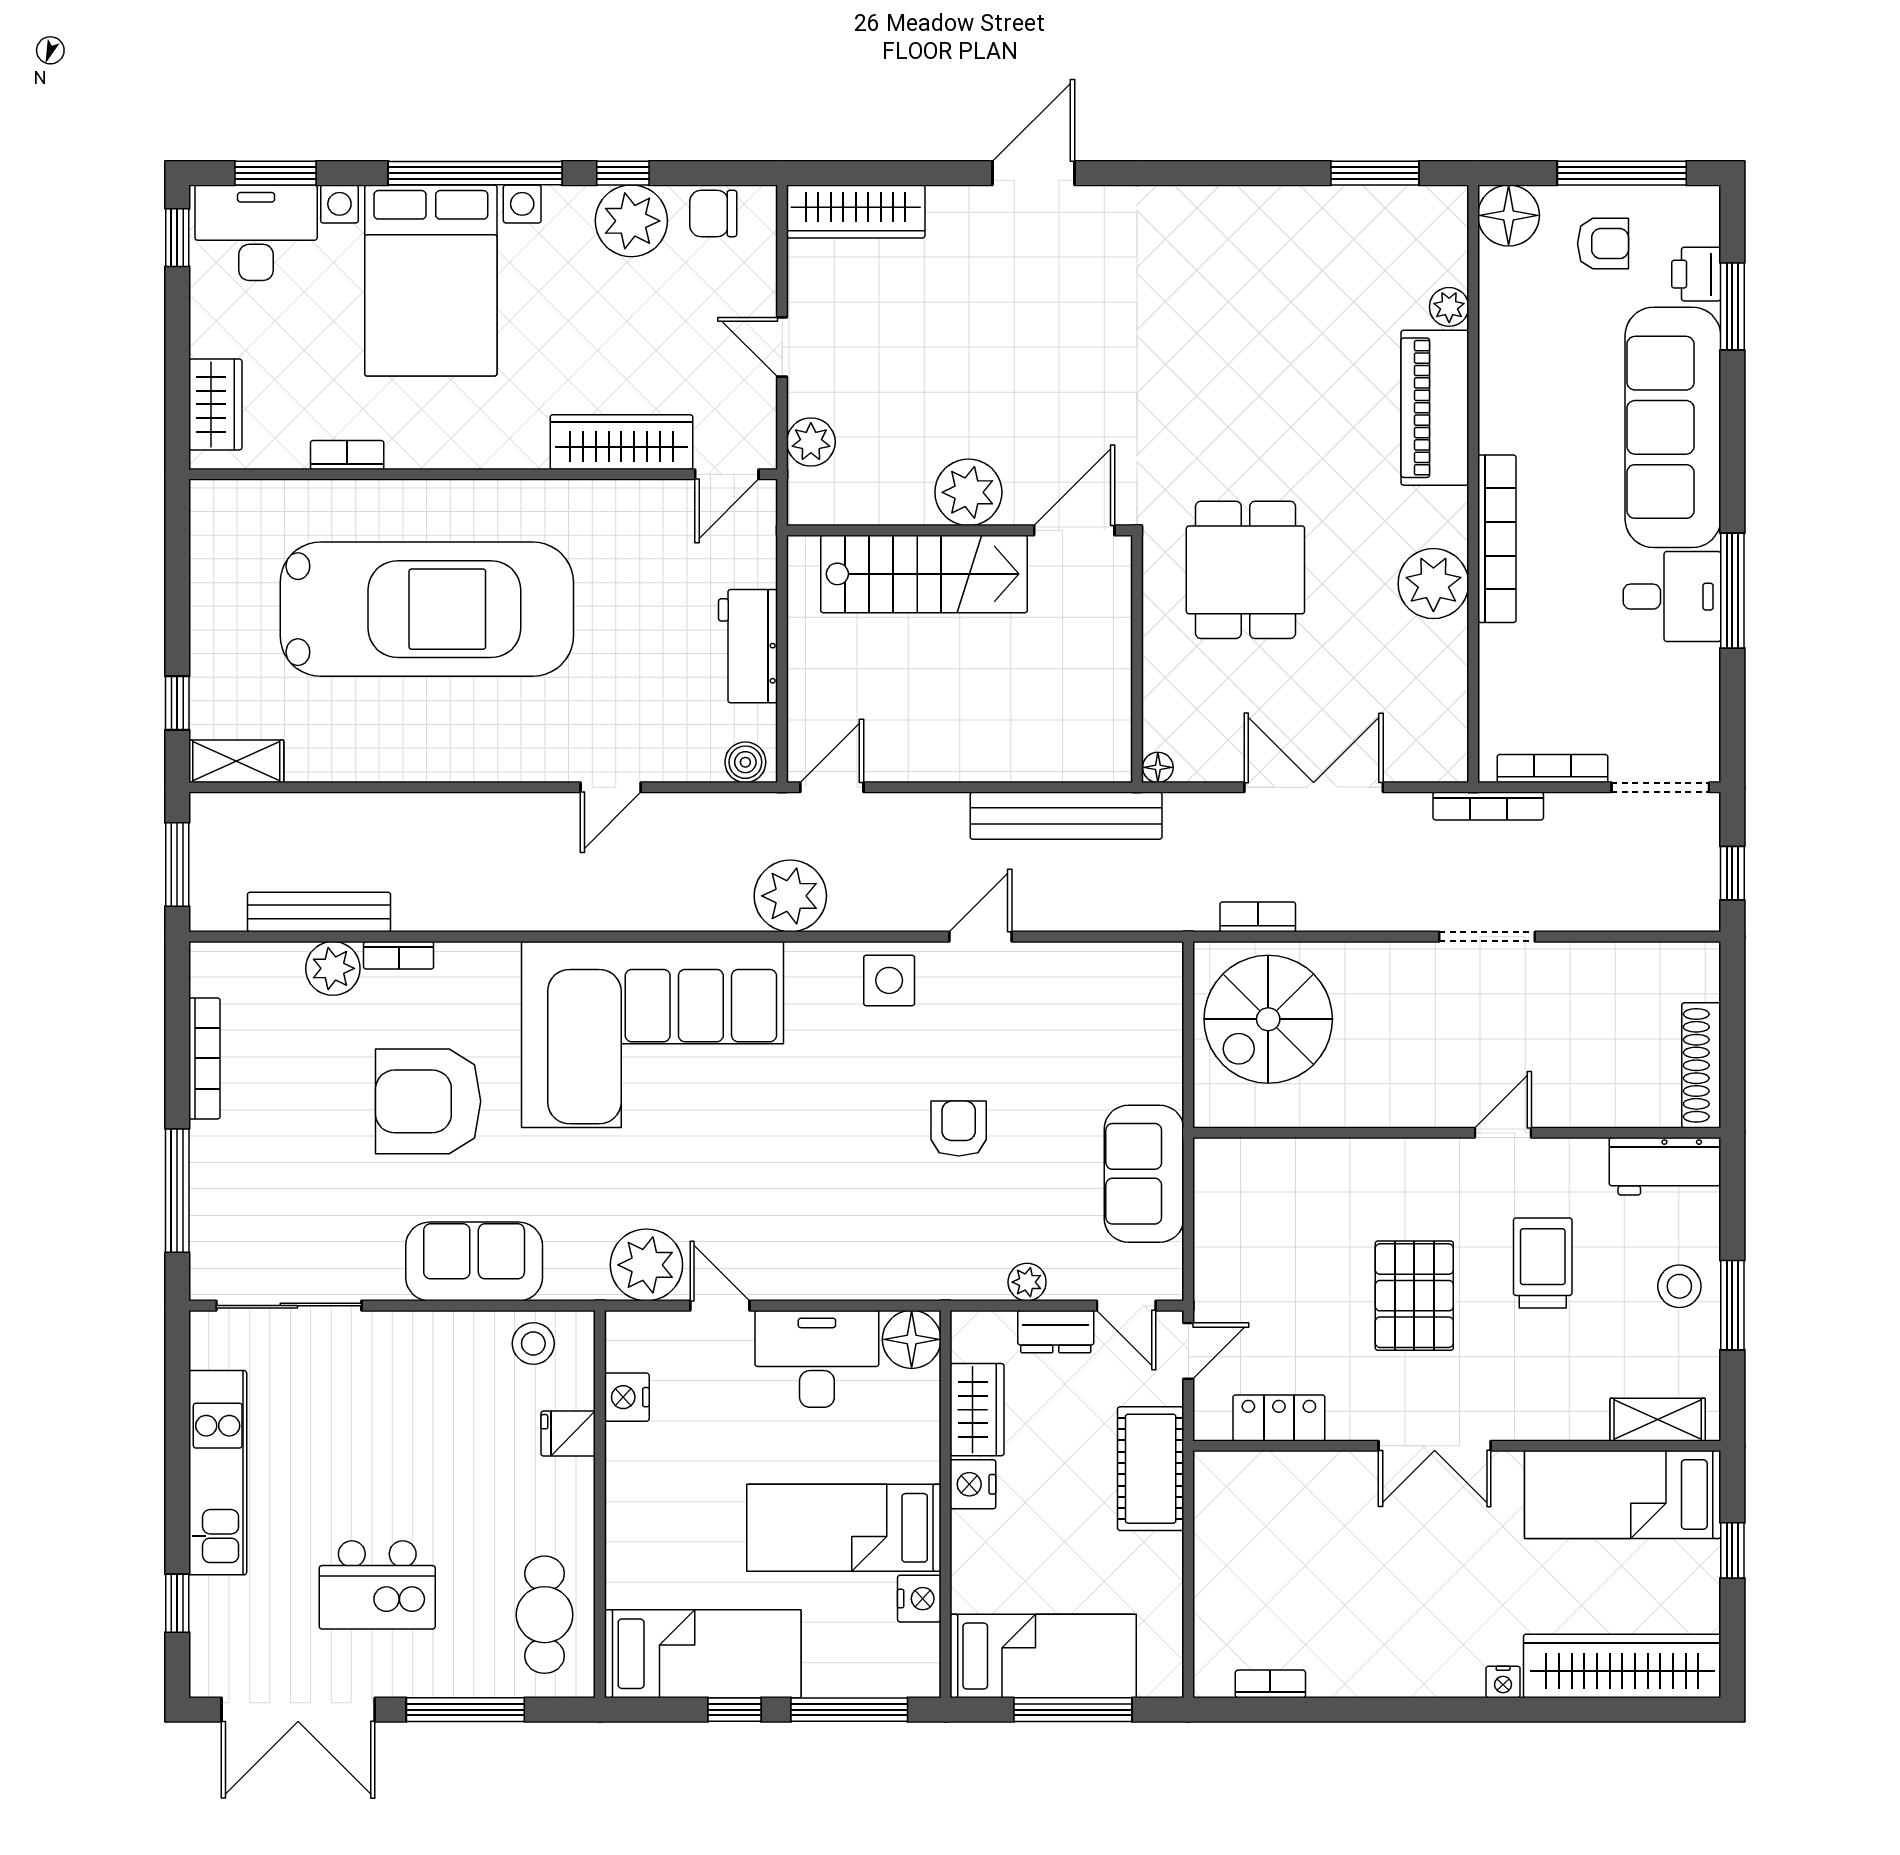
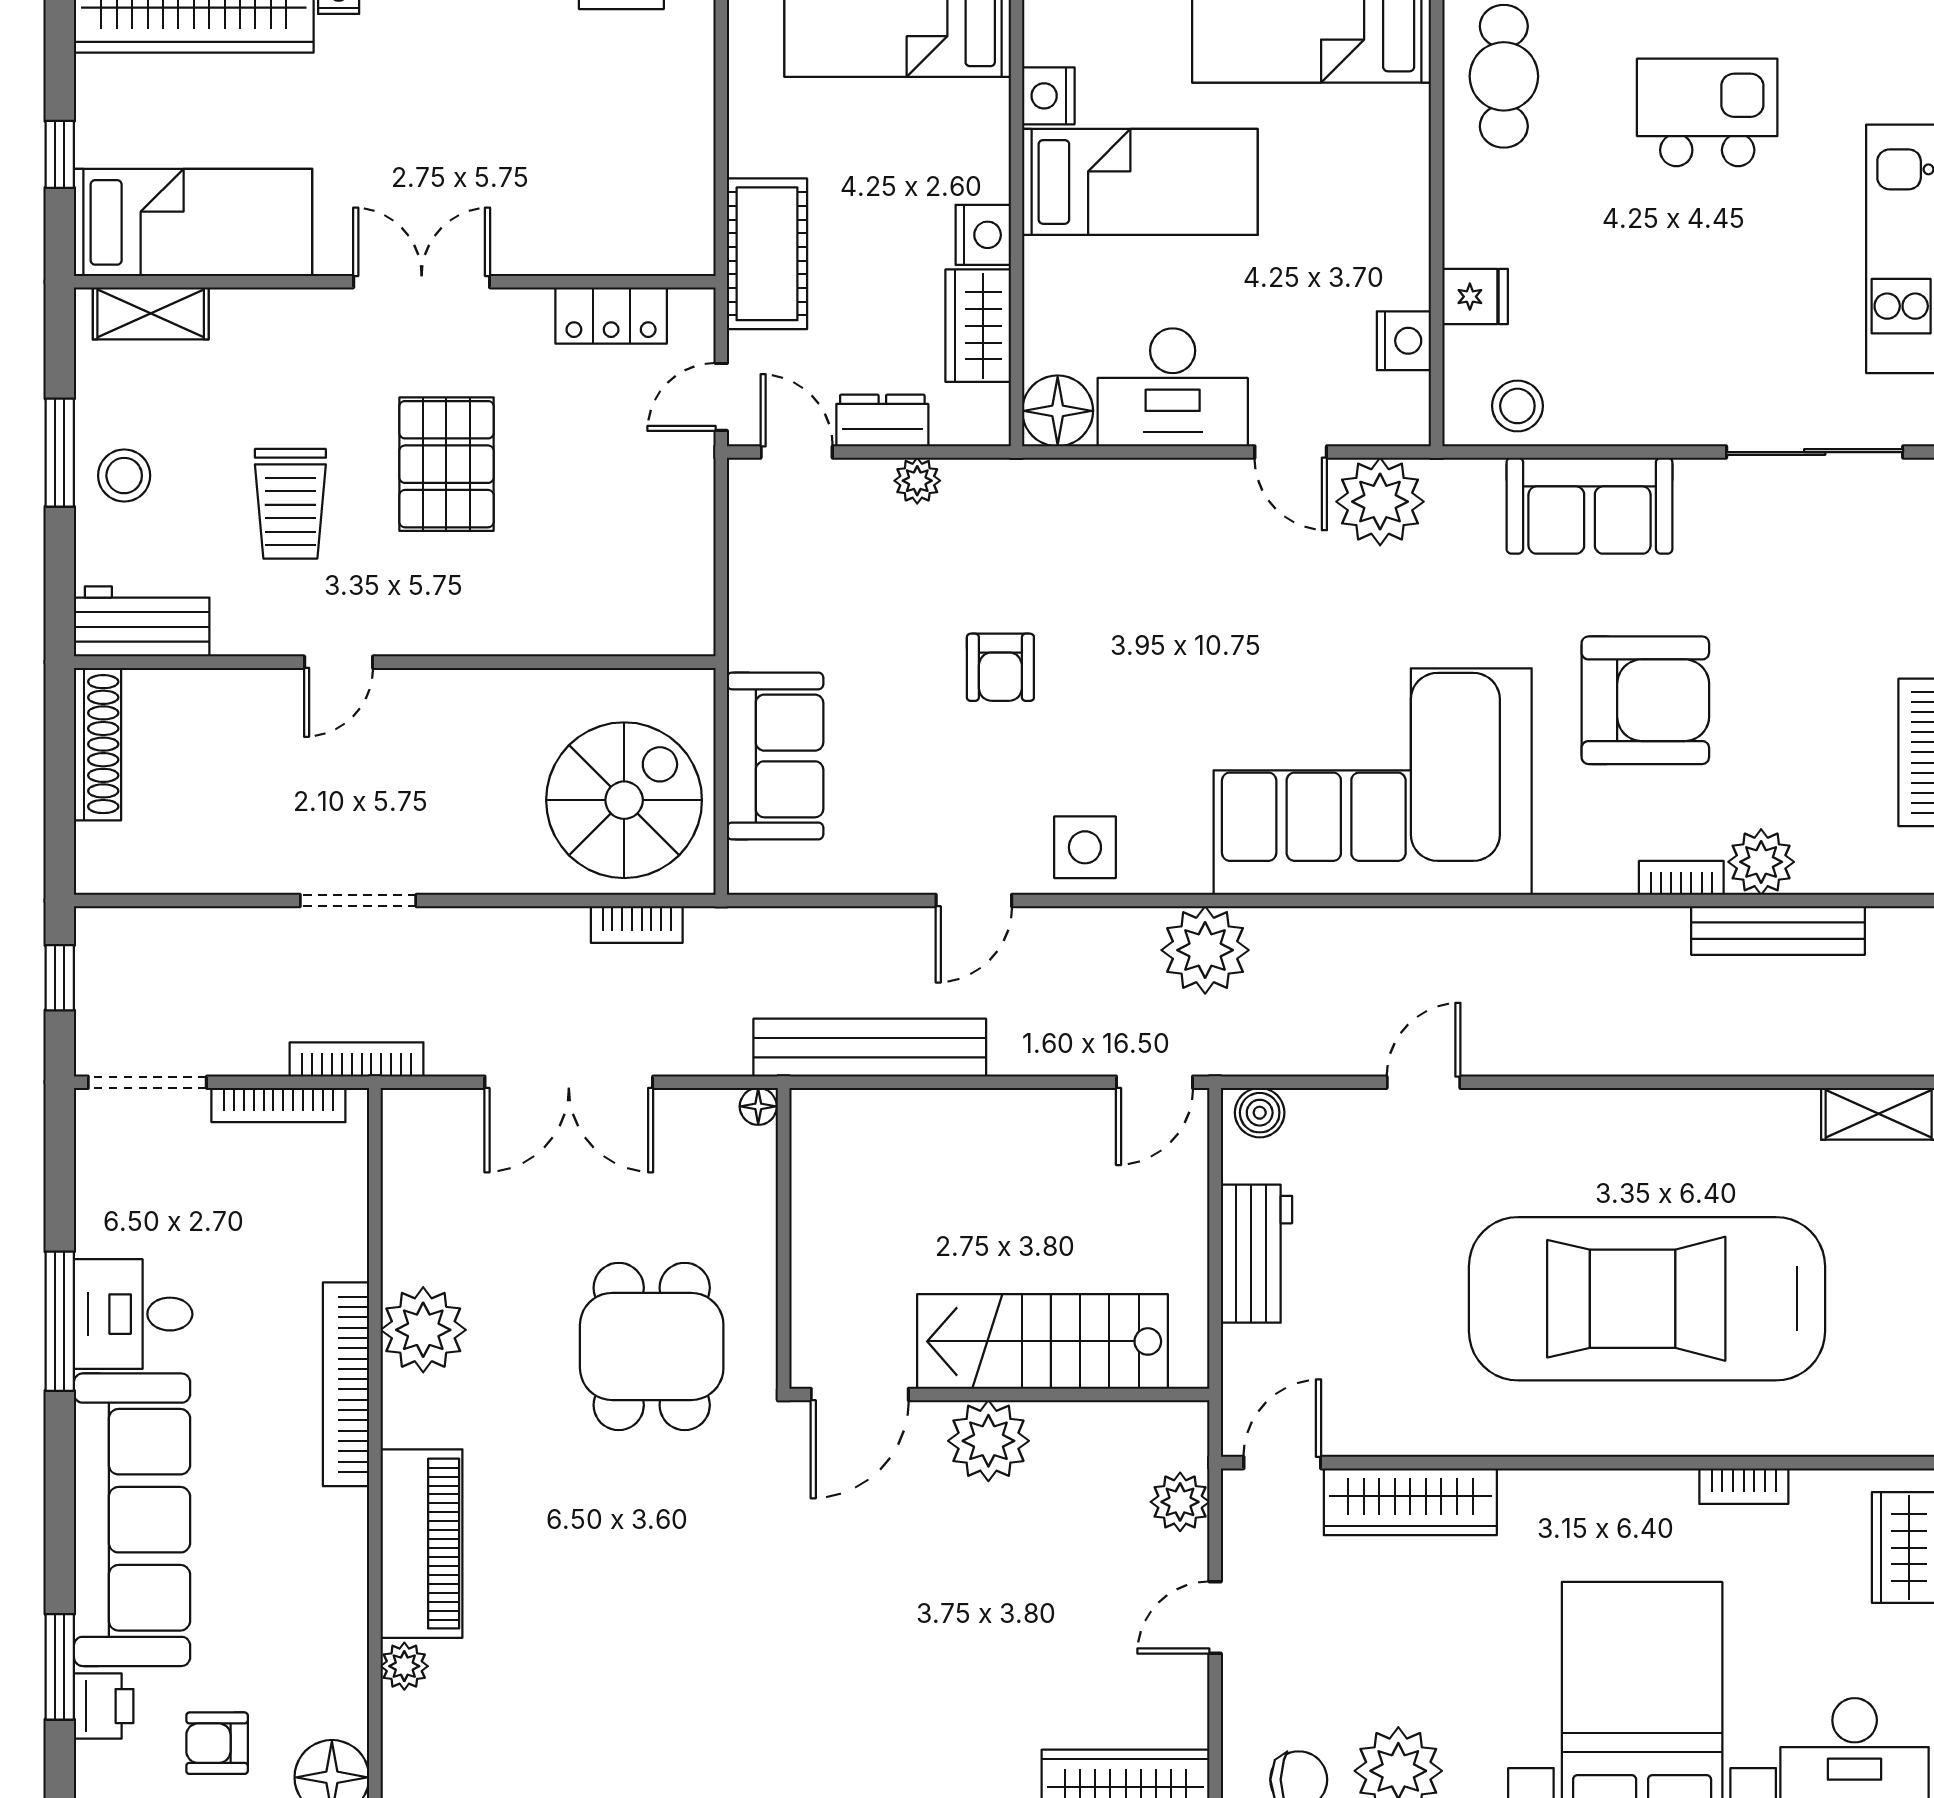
door: (782, 347) -> (1215, 1617), swing flipped
sofa: (1144, 1174) -> (775, 756), moved

